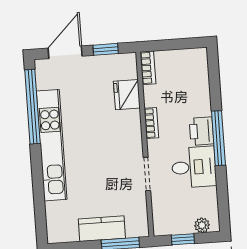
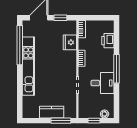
printer: (202, 131) -> (108, 41), moved

